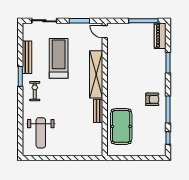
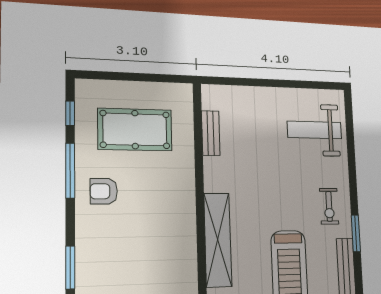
bench: (98, 111) -> (211, 133), moved
pool table: (121, 126) -> (135, 130), moved, turned 90
weight bench: (41, 133) -> (315, 130), turned -90

